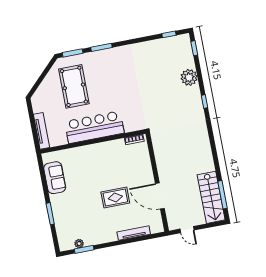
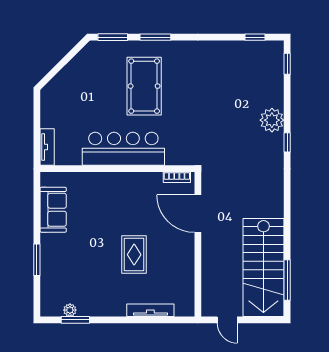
plant: (189, 77) -> (272, 120), moved
pool table: (74, 86) -> (144, 86), moved
tv unit: (42, 131) -> (47, 147), width x0.71
door: (160, 196) -> (198, 214), moved
rug: (115, 197) -> (134, 255), turned 90
stairs: (211, 197) -> (263, 267), width x1.36, depth x1.51

